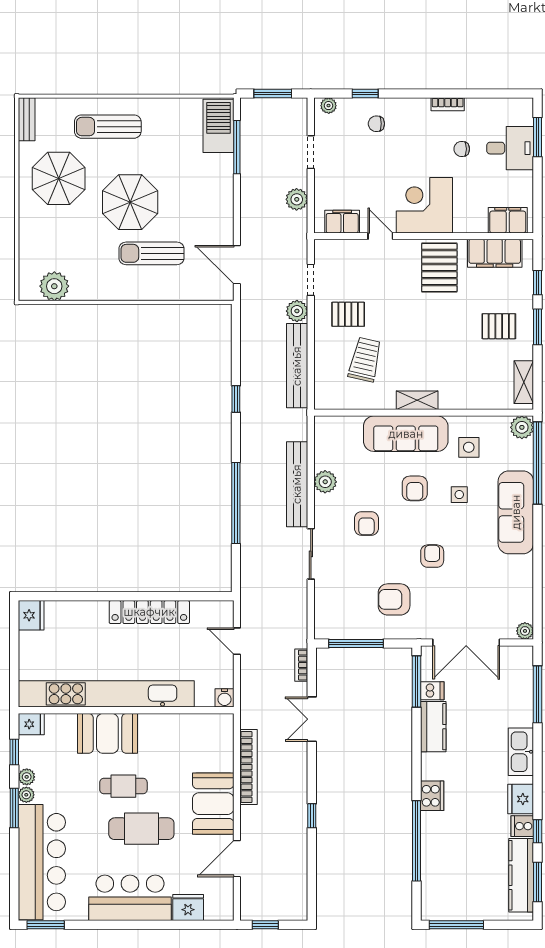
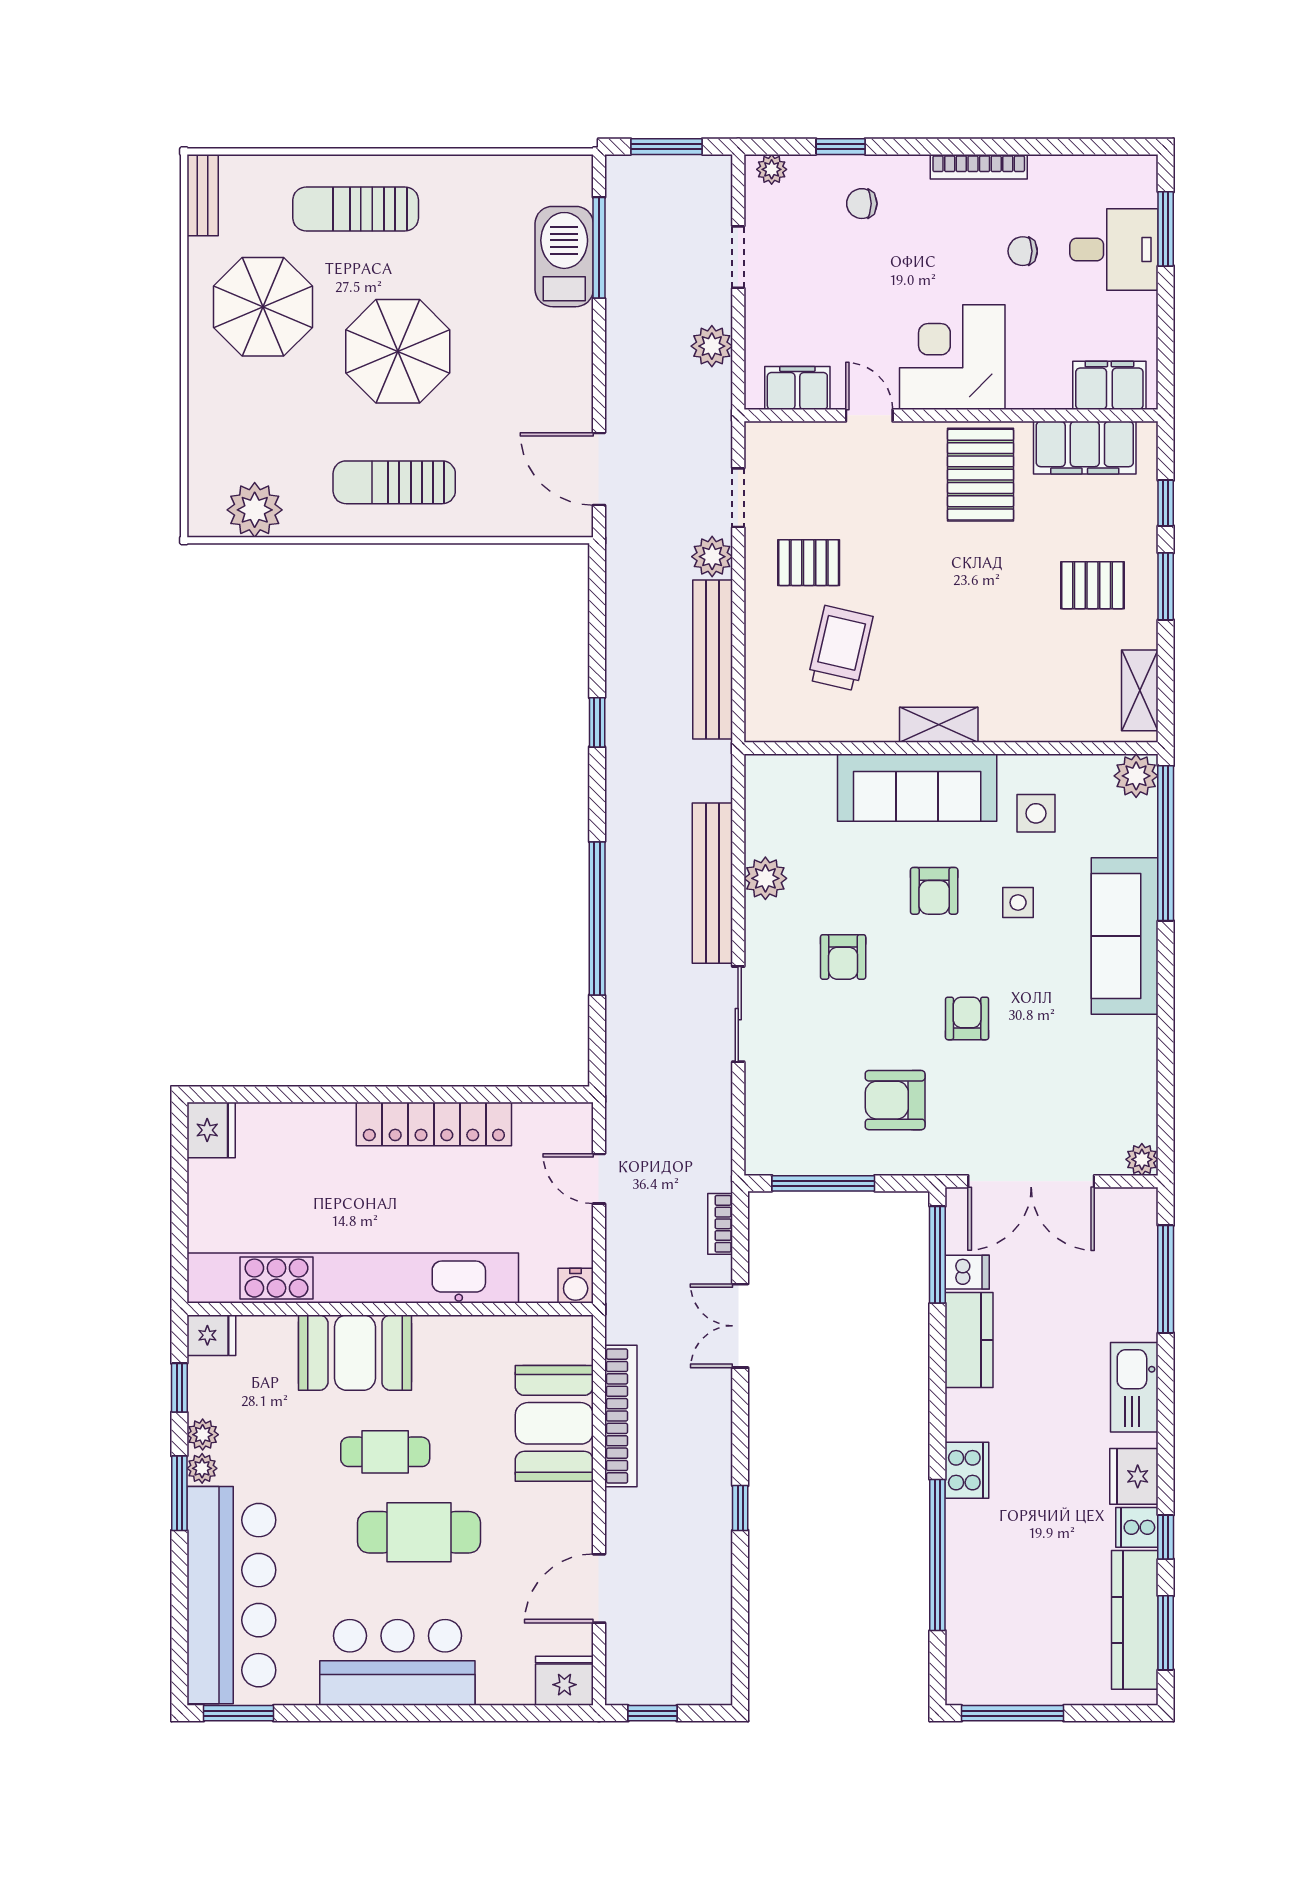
bookcase: (448, 104) -> (979, 167), width x1.56
barbecue: (218, 126) -> (564, 257), moved
sun lounger: (151, 253) -> (394, 482), moved
booth: (213, 804) -> (554, 1423), moved
fridge: (188, 908) -> (564, 1681), moved

